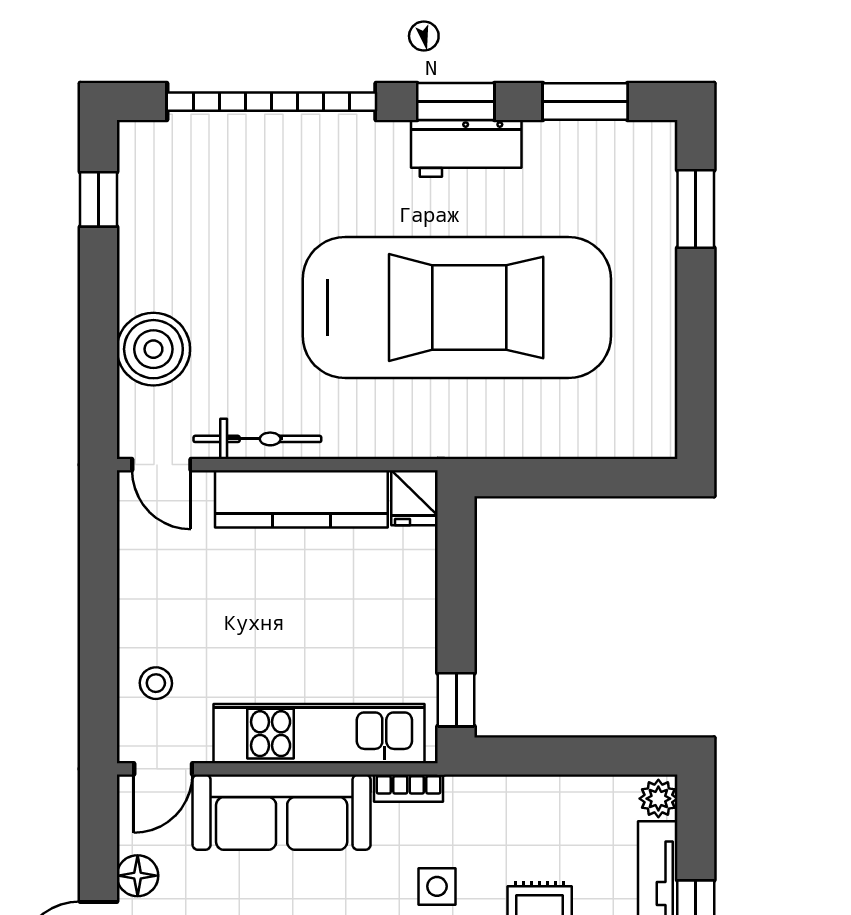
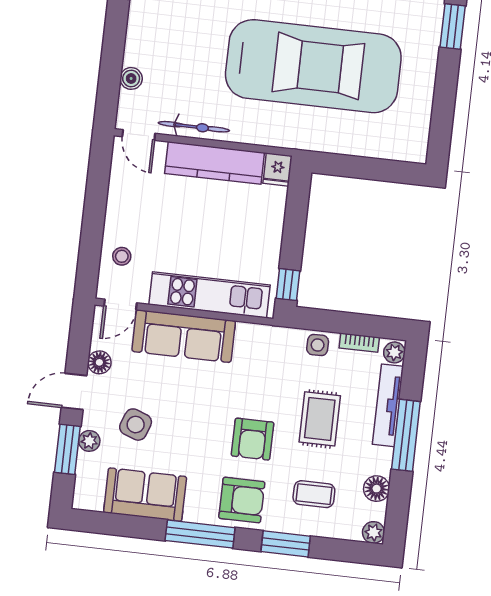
boiler: (153, 349) -> (131, 78), width x0.54, depth x0.54
bookcase: (409, 788) -> (359, 343), moved
side table: (437, 886) -> (318, 345), moved

